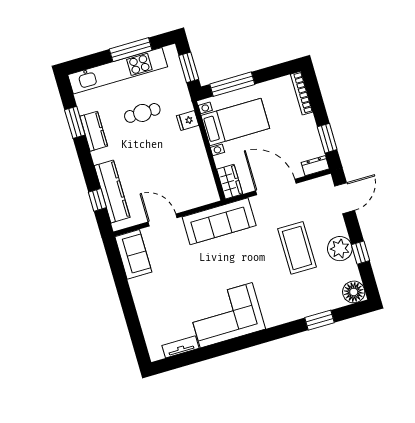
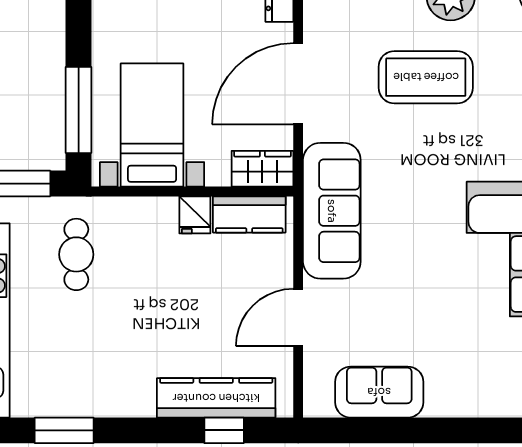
cafe table: (142, 113) -> (76, 254), moved
fridge: (188, 121) -> (195, 215), moved
kitchen counter: (94, 131) -> (249, 214), moved, turned 180
sofa: (133, 254) -> (379, 392), moved

